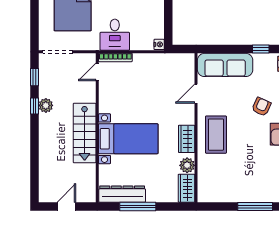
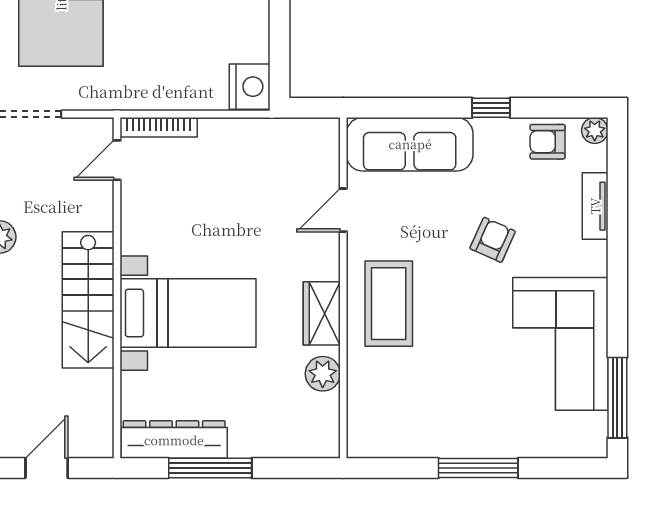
desk: (115, 35) -> (157, 75), removed
nightstand: (159, 44) -> (250, 87), width x1.89, depth x1.79
wardrobe: (187, 188) -> (321, 426), removed

